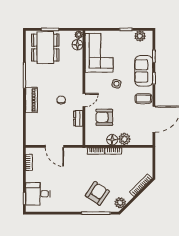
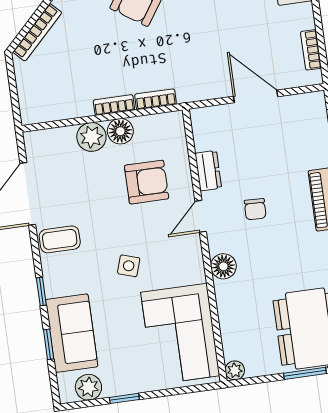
floor lamp: (77, 45) -> (223, 266), moved
sofa: (144, 71) -> (72, 333), moved

